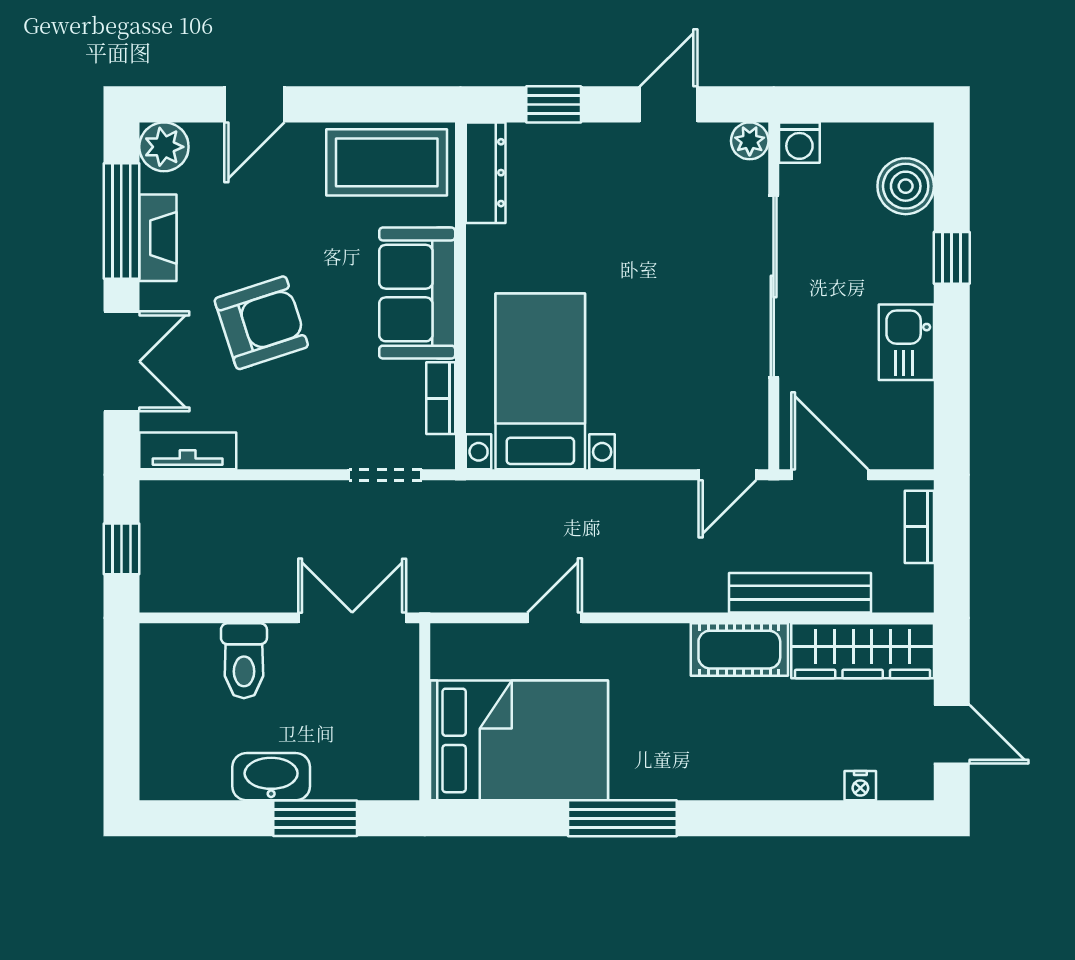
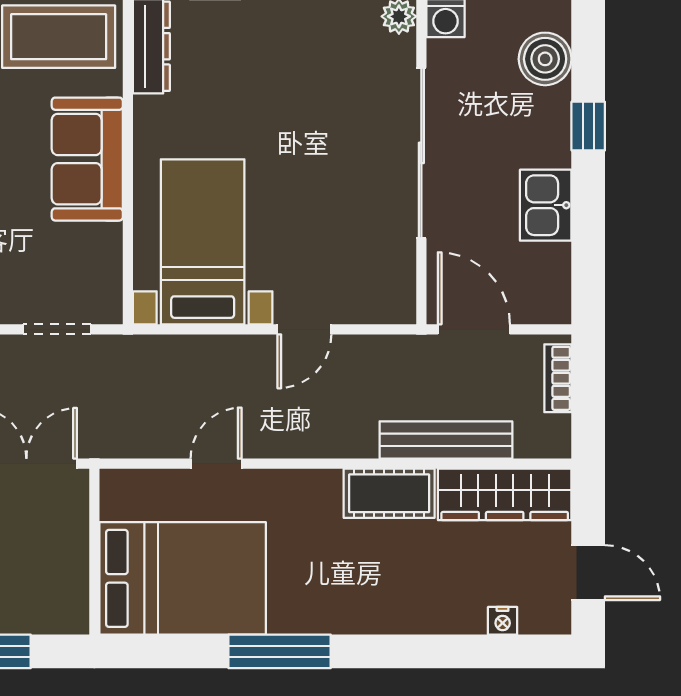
bookcase: (441, 398) -> (109, 258), removed
door: (727, 475) -> (304, 329), moved

